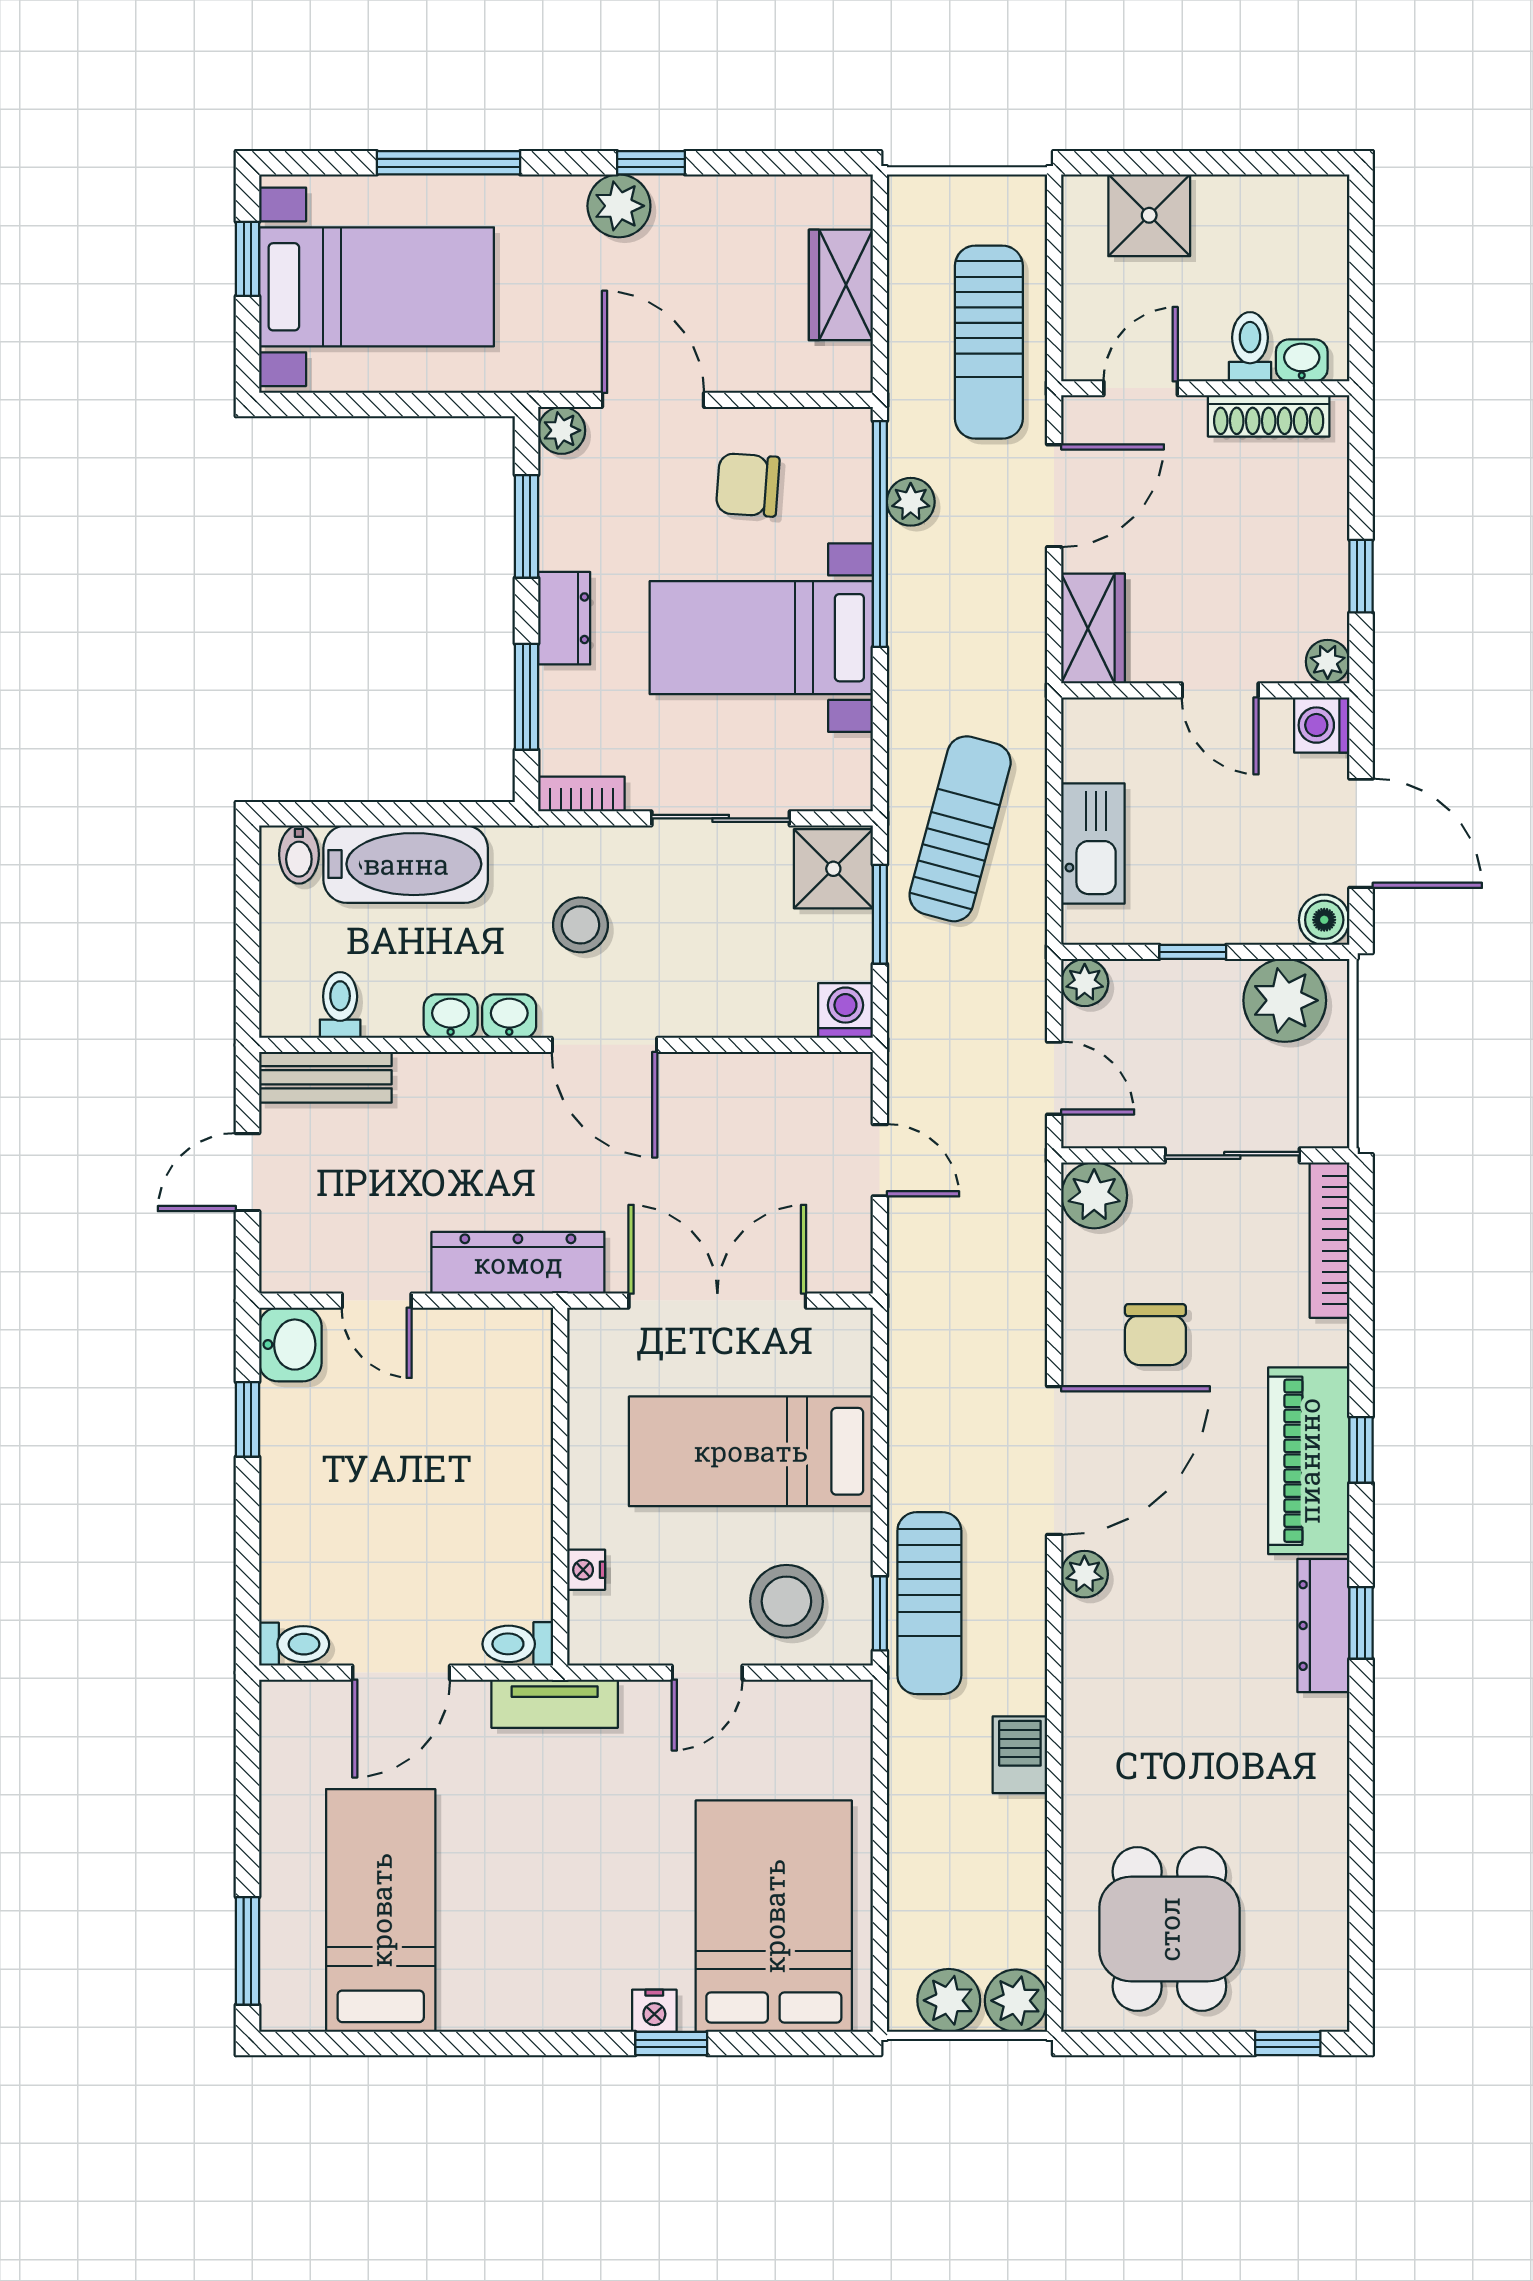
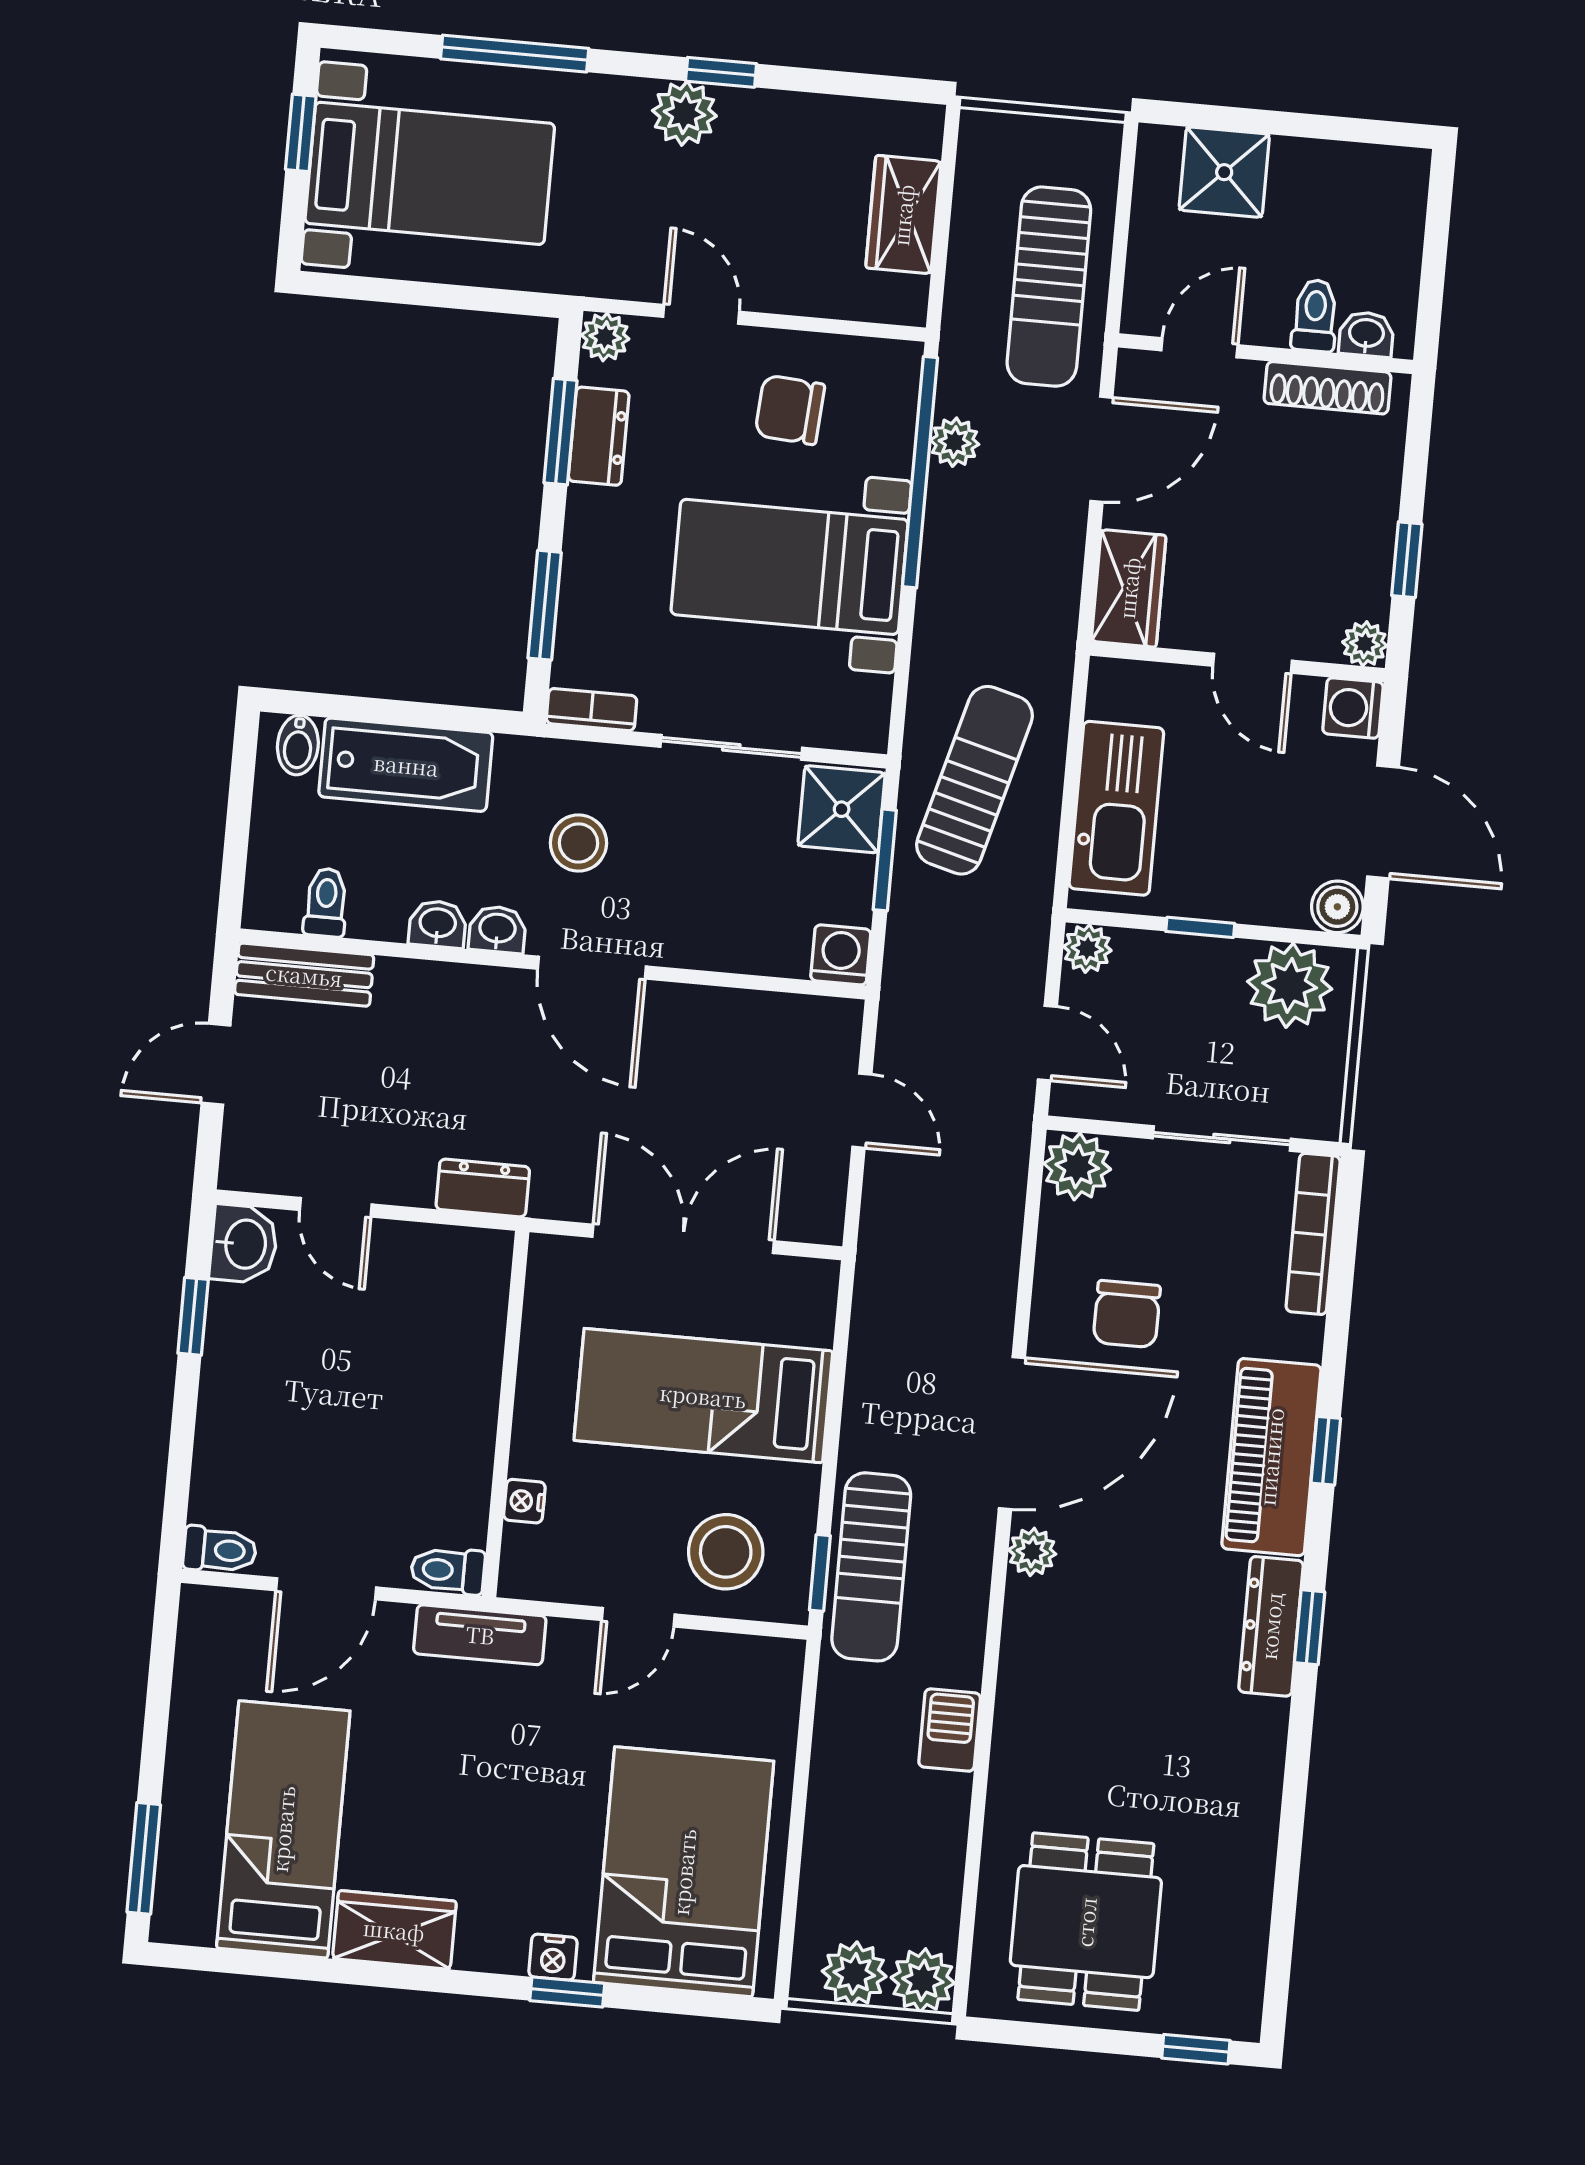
door: (653, 400) -> (701, 314), width x0.73
dresser: (564, 618) -> (599, 436), moved
kitchen sink: (1093, 843) -> (1116, 808), width x1.36, depth x1.24
dresser: (518, 1263) -> (483, 1188), width x0.51, depth x0.80
wardrobe: (498, 1998) -> (394, 1930), added

